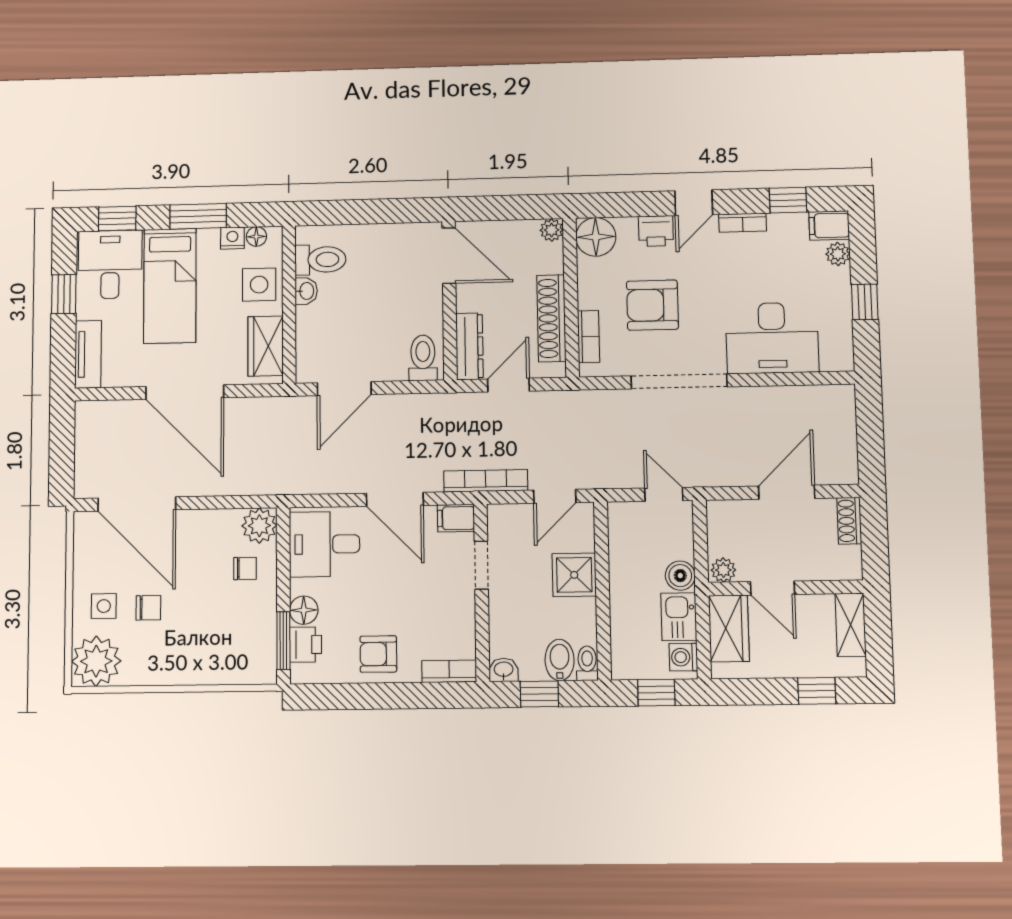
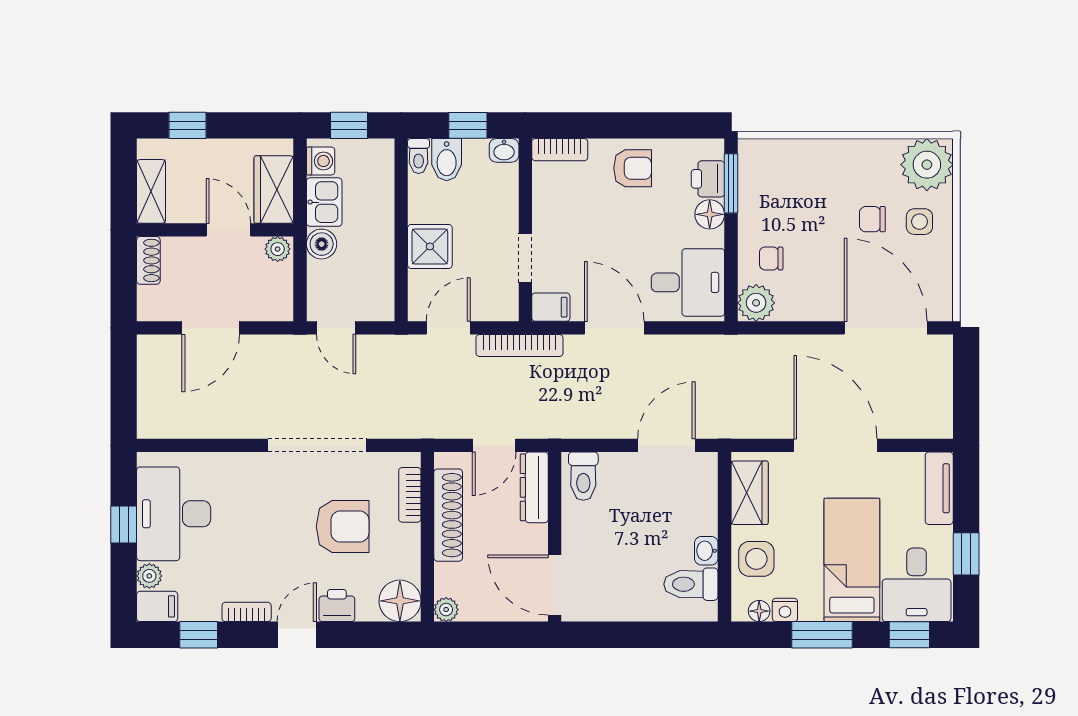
desk: (772, 338) -> (174, 514), moved, turned -90
shoe rack: (849, 521) -> (148, 260), moved

